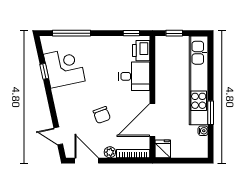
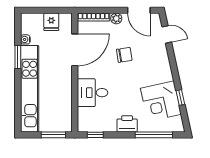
window: (174, 33) -> (53, 135), width x1.50
printer: (141, 51) -> (127, 124), moved, turned -90
chair: (102, 115) -> (124, 55), turned 101
fridge: (163, 149) -> (51, 22), moved

